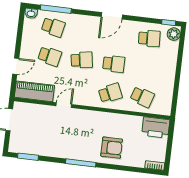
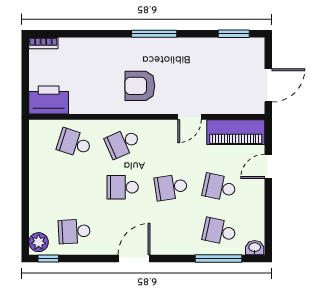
armchair: (112, 148) -> (140, 86), moved

